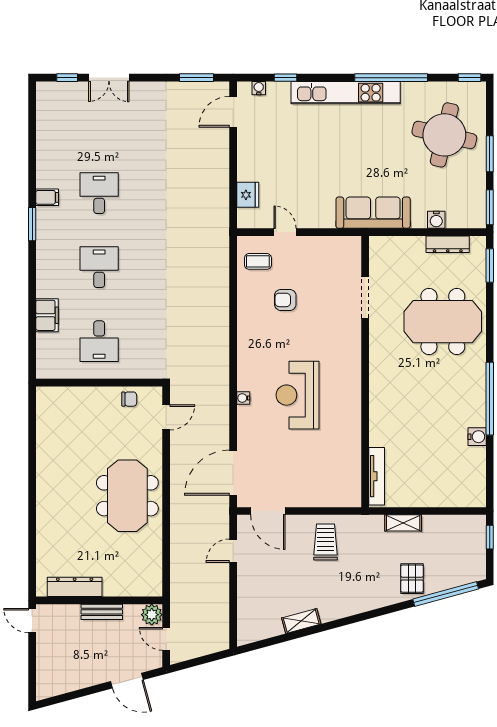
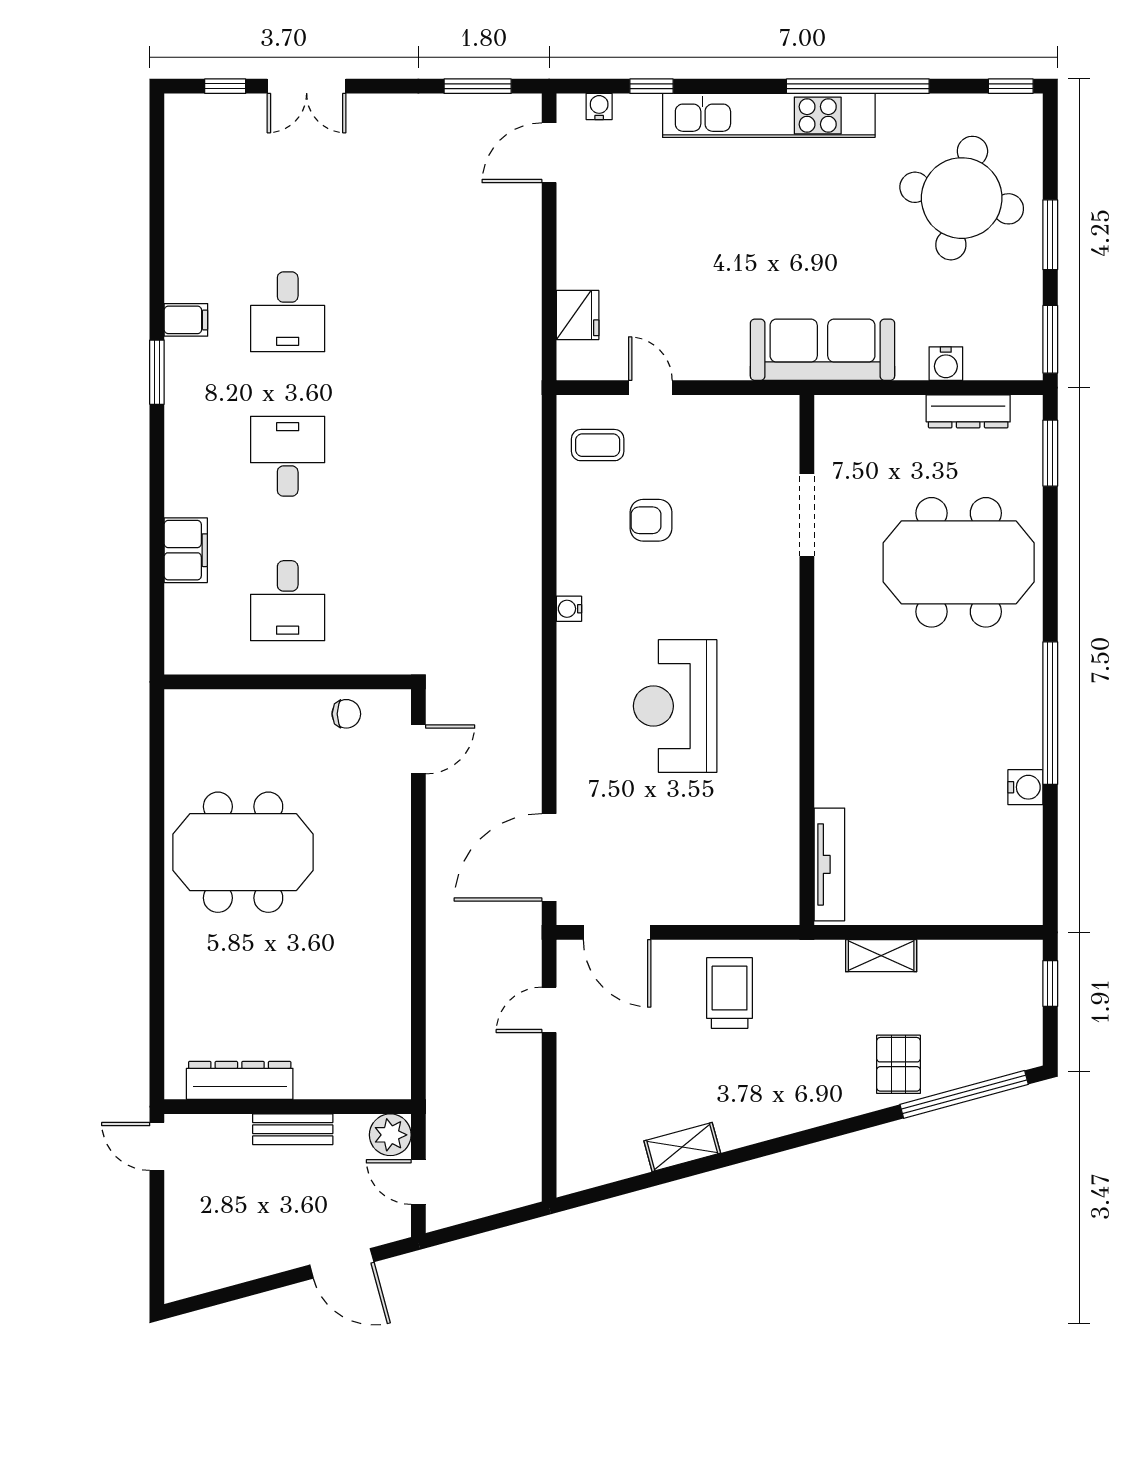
desk: (99, 193) -> (288, 312), turned 180
water cooler: (243, 398) -> (569, 609), moved
meeting table: (127, 496) -> (243, 852), moved, turned 90

